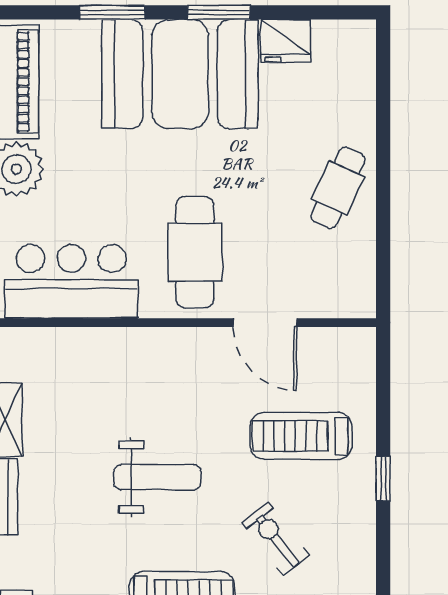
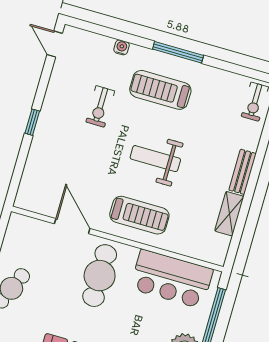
treadmill: (301, 436) -> (139, 215), moved
exercise bike: (276, 539) -> (100, 106), turned 38

